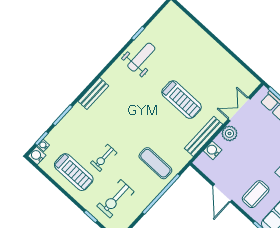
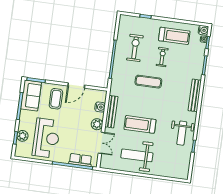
weight bench: (209, 67) -> (137, 155), added
bench: (93, 94) -> (195, 95), width x1.36
exercise mat: (155, 163) -> (148, 82), moved
treadmill: (74, 172) -> (174, 36), turned 180
door: (222, 193) -> (76, 85), swing flipped
exercise bike: (115, 199) -> (135, 48), moved

